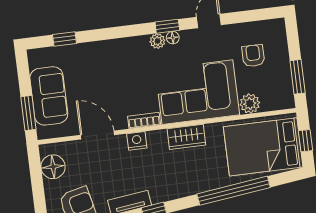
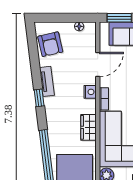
floor lamp: (53, 167) -> (79, 26), width x0.53, depth x0.53

